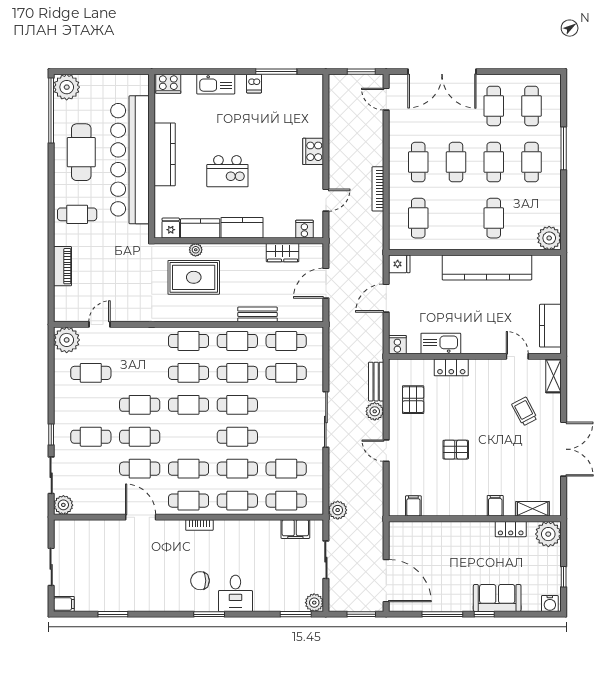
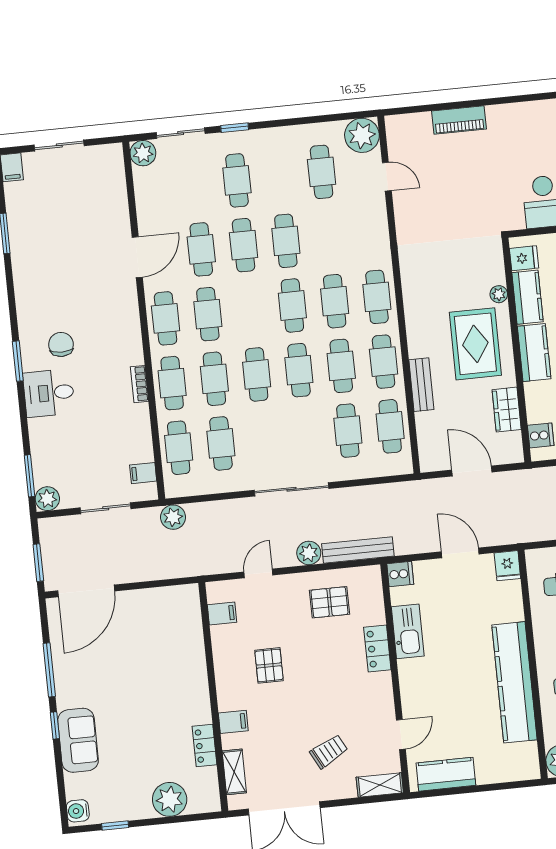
cafe table: (77, 214) -> (530, 132), removed
rug: (194, 277) -> (475, 344), moved
bench: (376, 382) -> (358, 550), width x1.36
filing cabinet: (413, 506) -> (222, 614), moved
filing cabinet: (495, 506) -> (233, 722), moved
shelving: (533, 509) -> (234, 772), moved
wall: (475, 519) -> (213, 697), moved
bookcase: (199, 525) -> (140, 384), moved
filing cabinet: (295, 529) -> (143, 473), width x0.50
locker: (511, 529) -> (204, 746), moved

